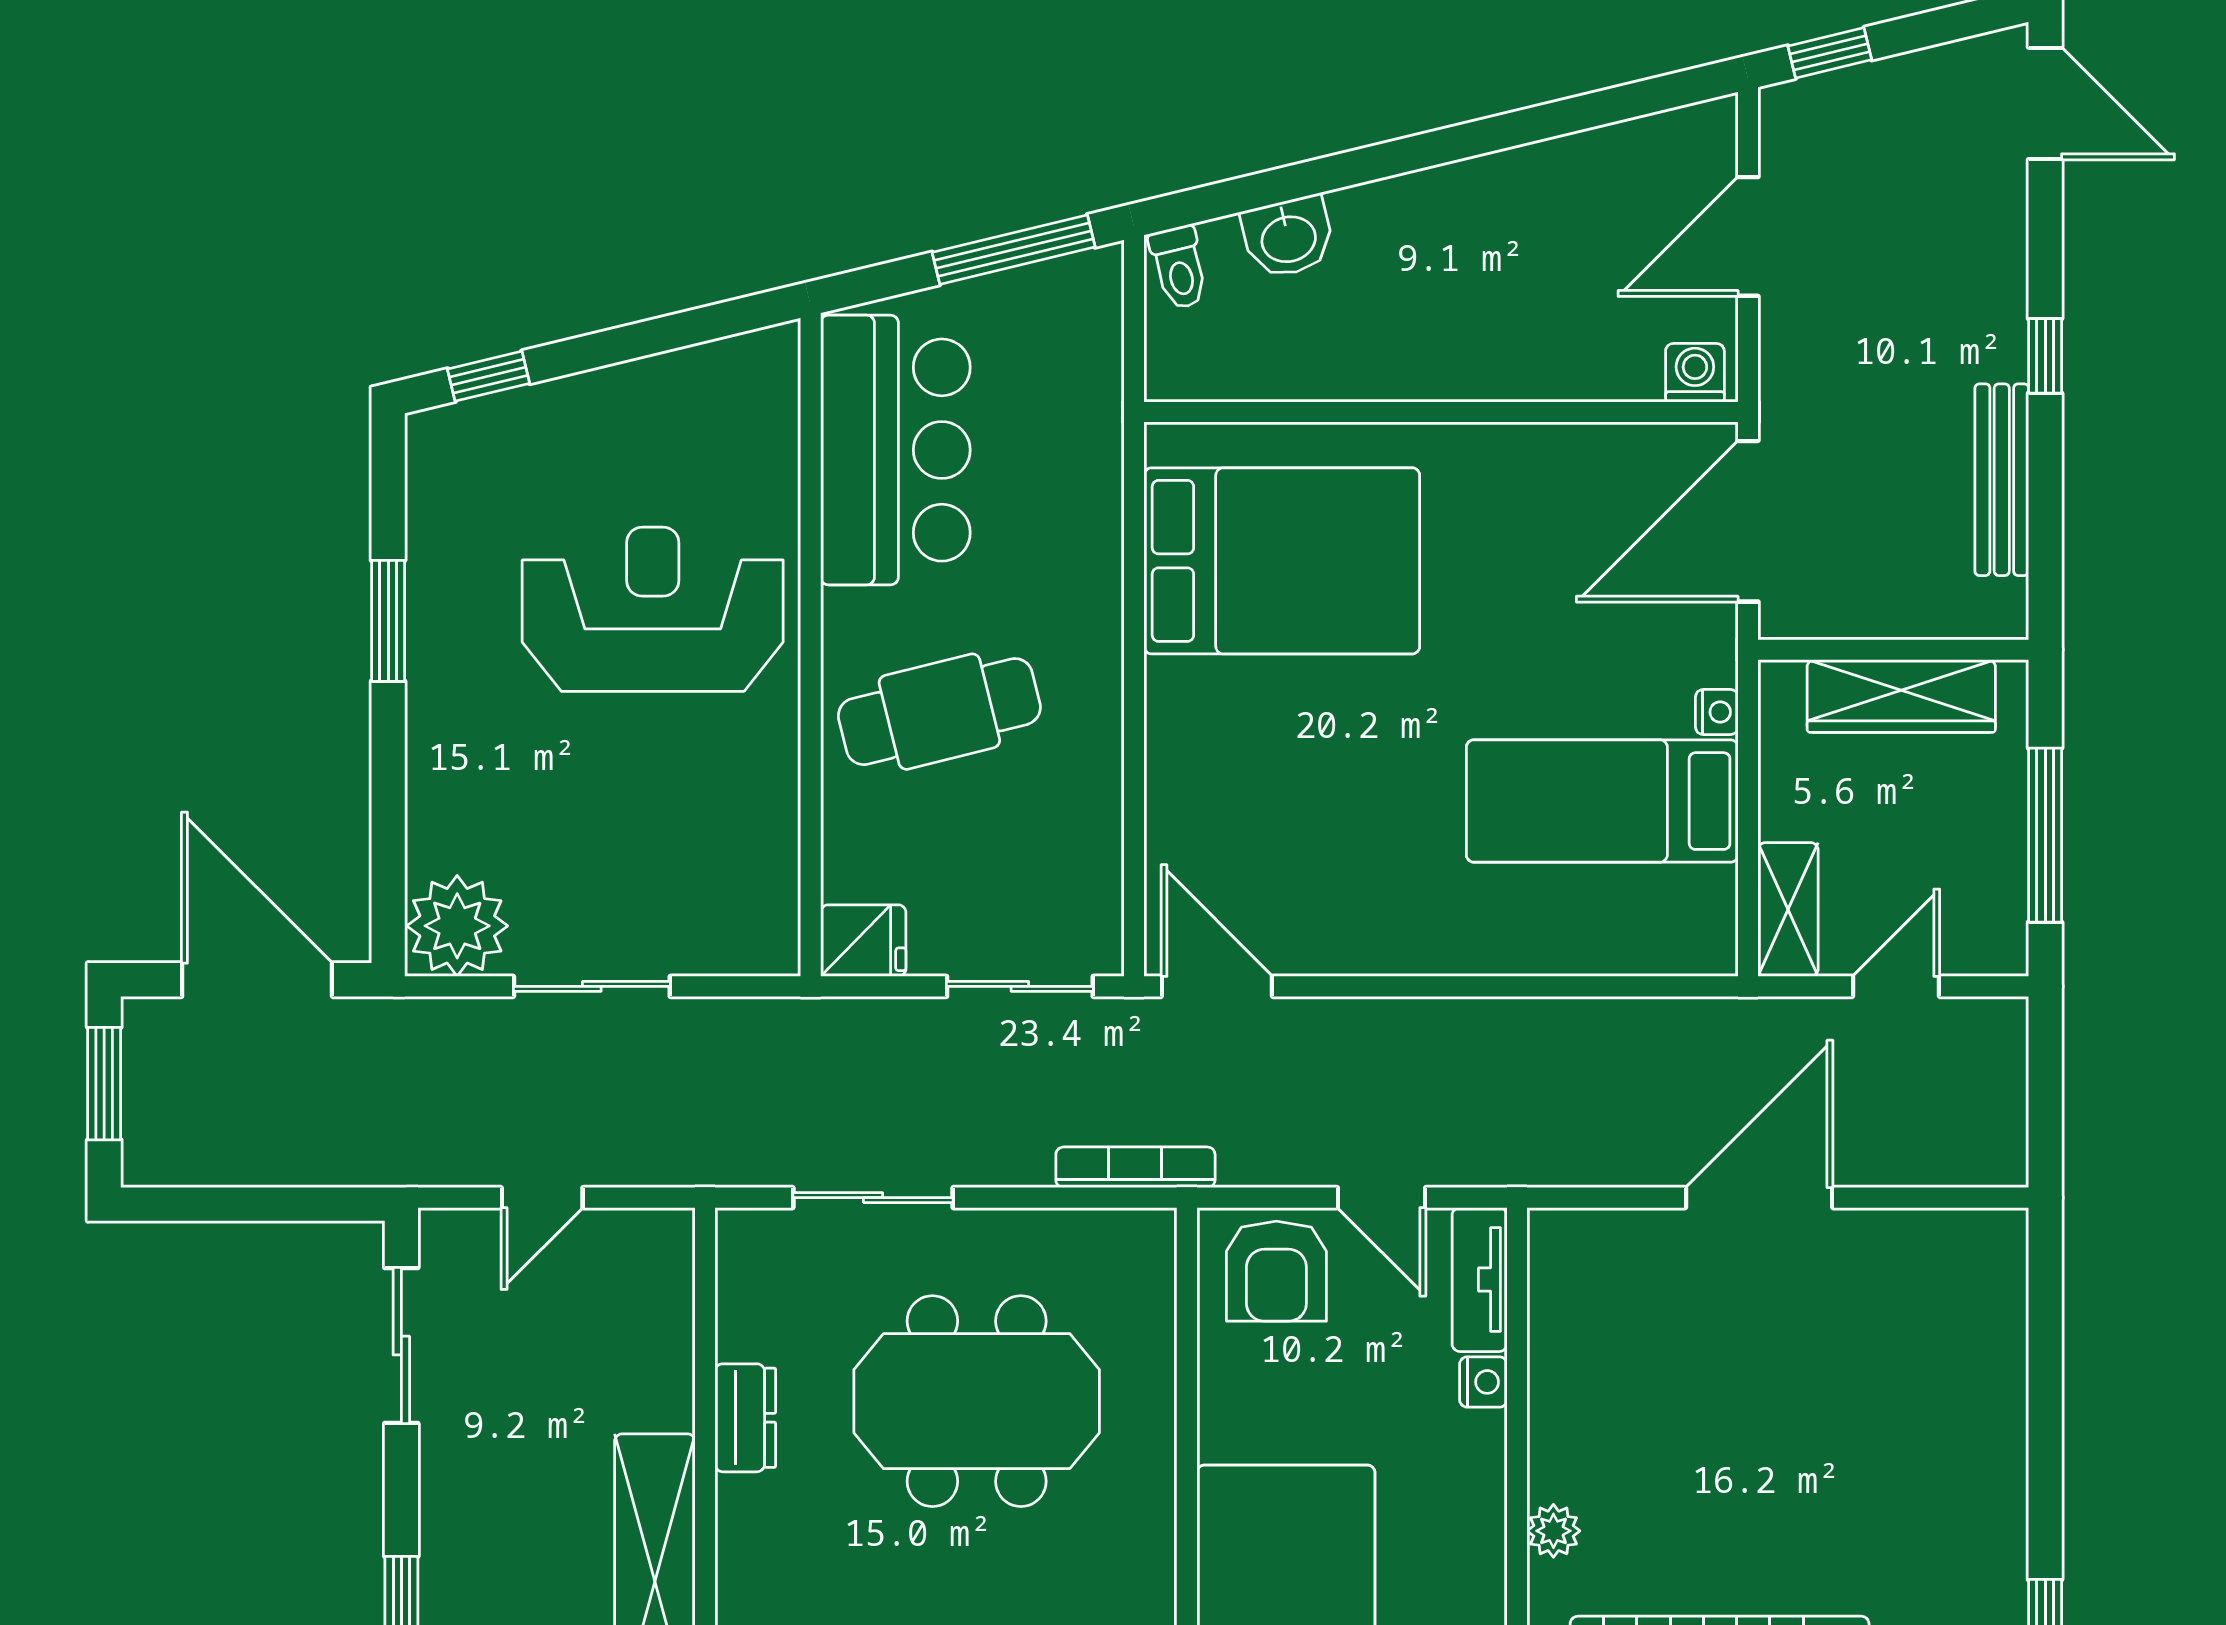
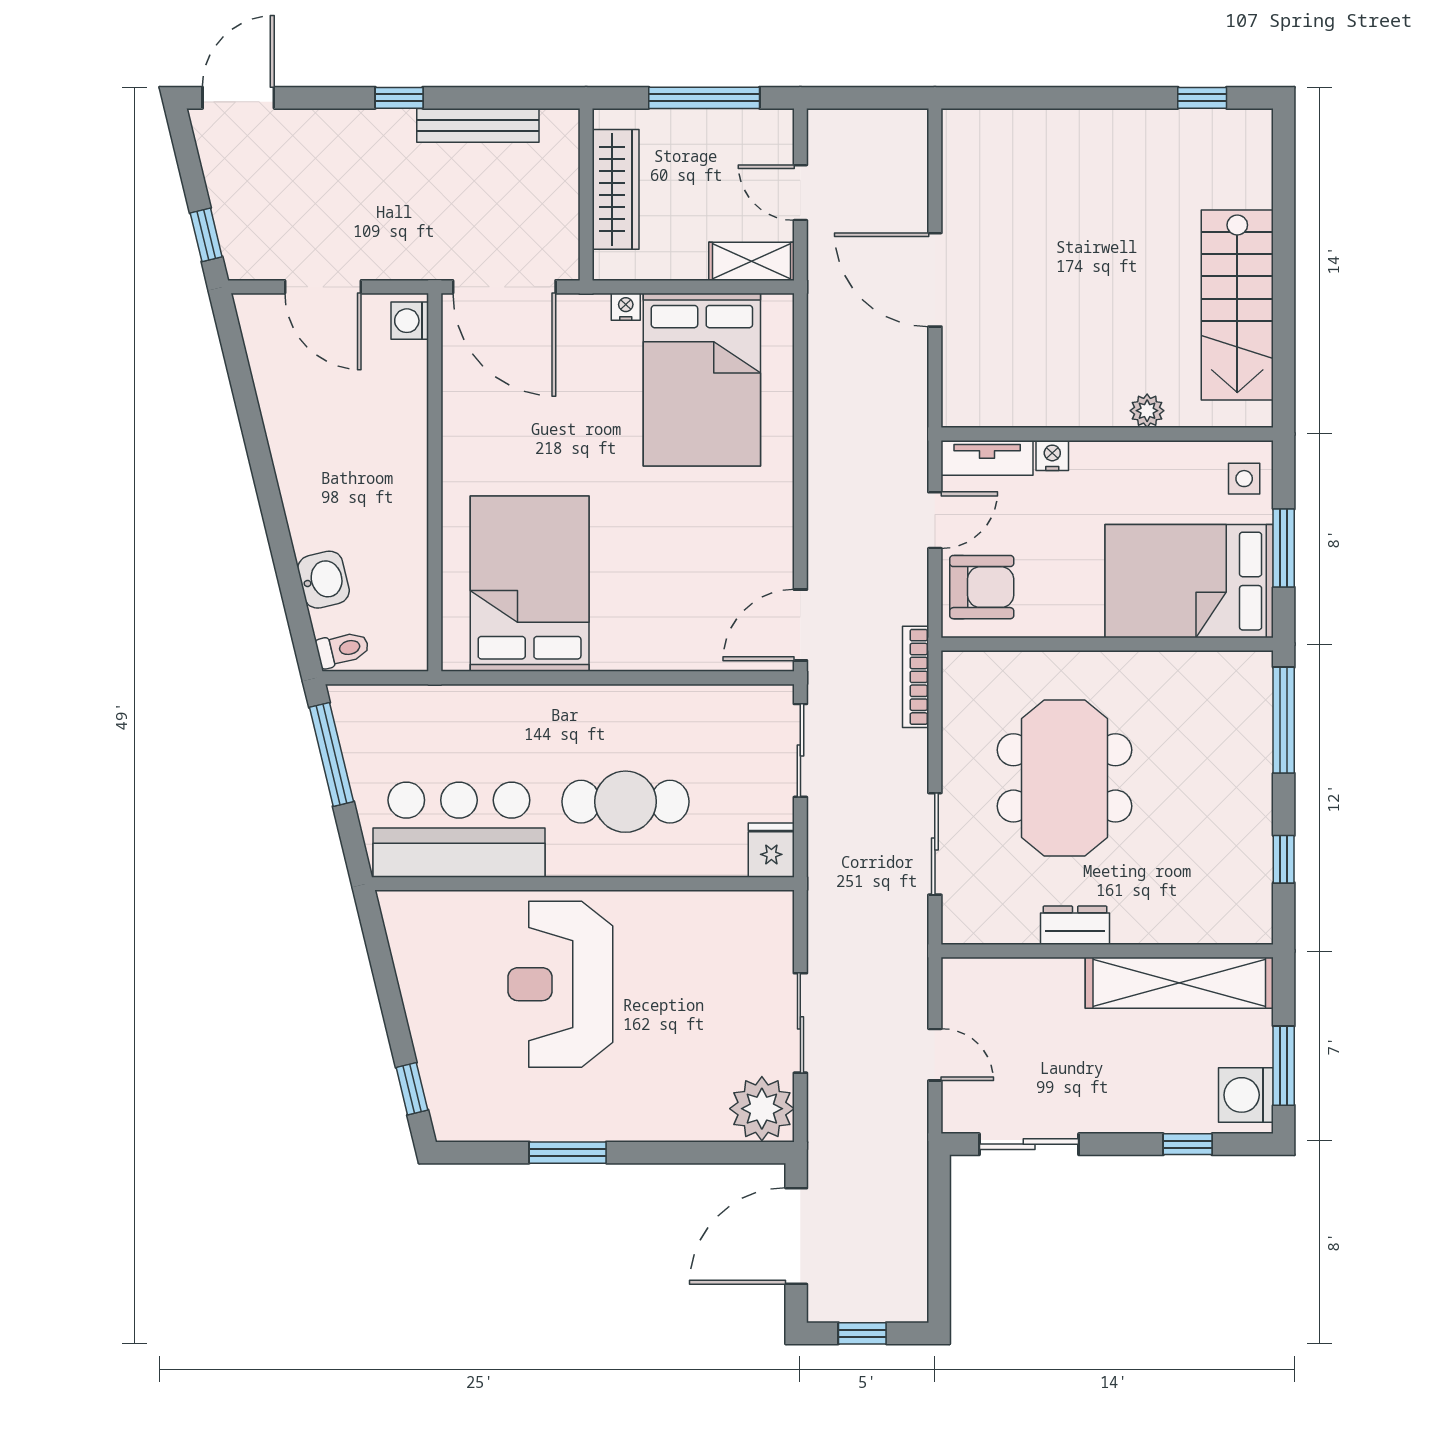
cafe table: (939, 712) -> (625, 802), turned -76
bed: (1602, 801) -> (702, 380), width x1.50
window: (104, 1084) -> (862, 1333), width x0.67

